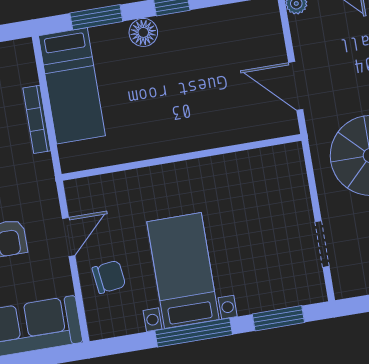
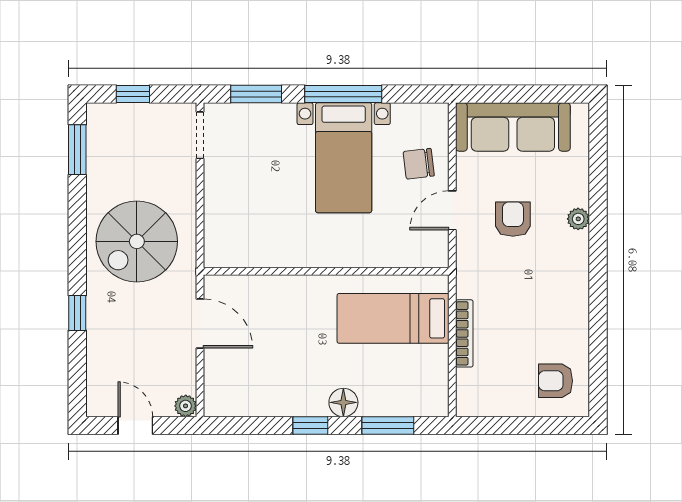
bed: (72, 86) -> (393, 318), moved, turned -90
doorway: (322, 244) -> (200, 135), moved

